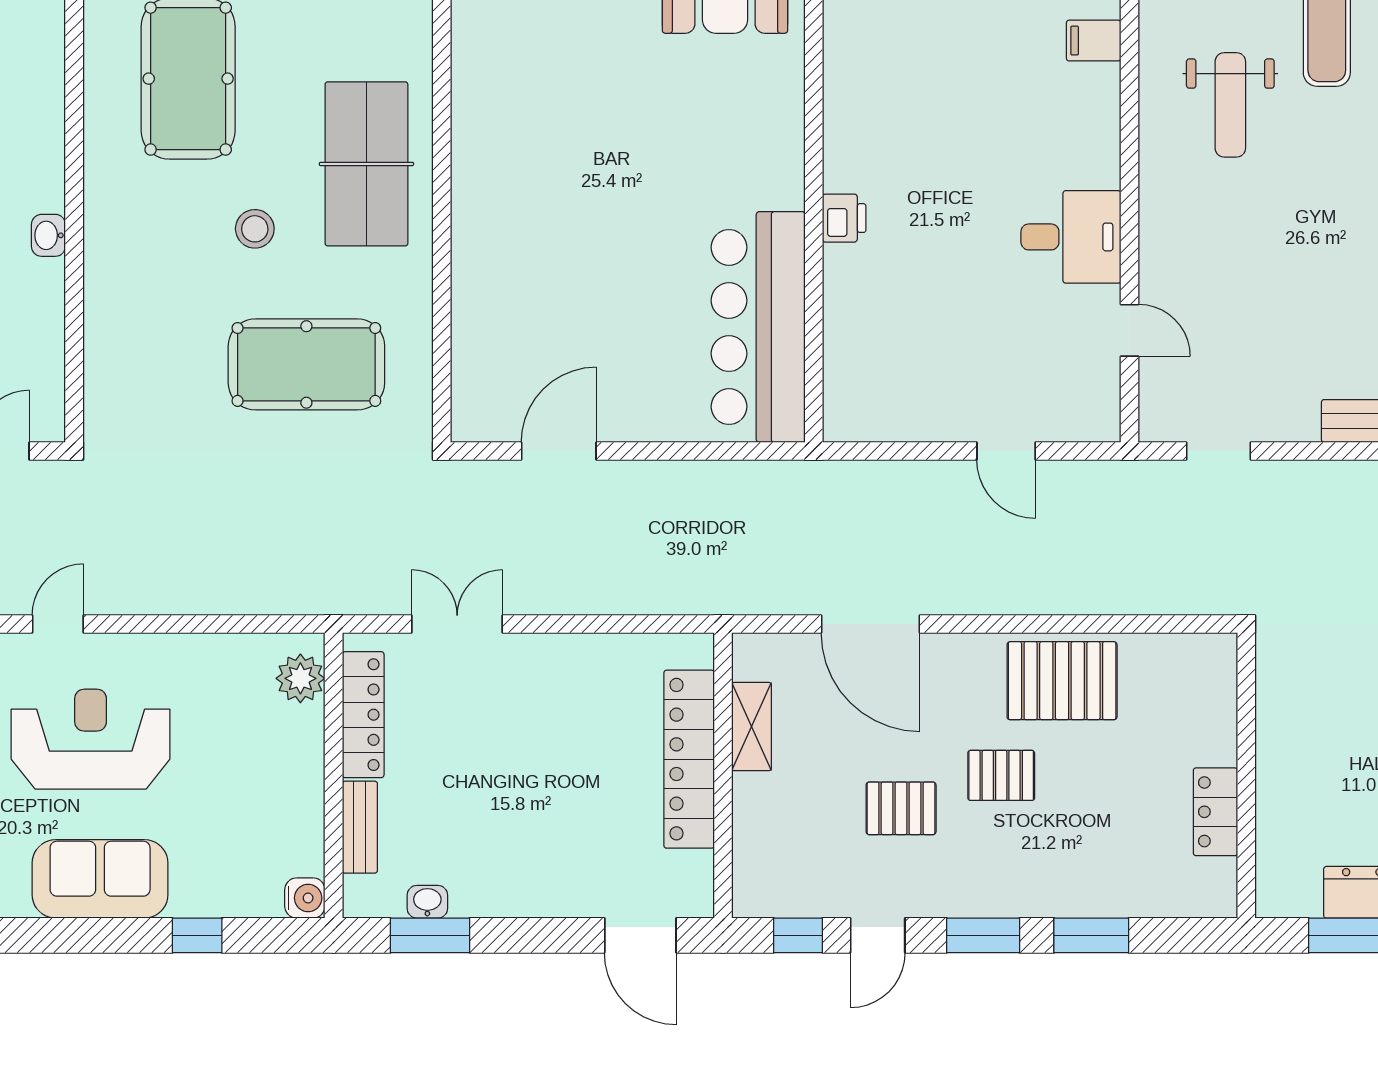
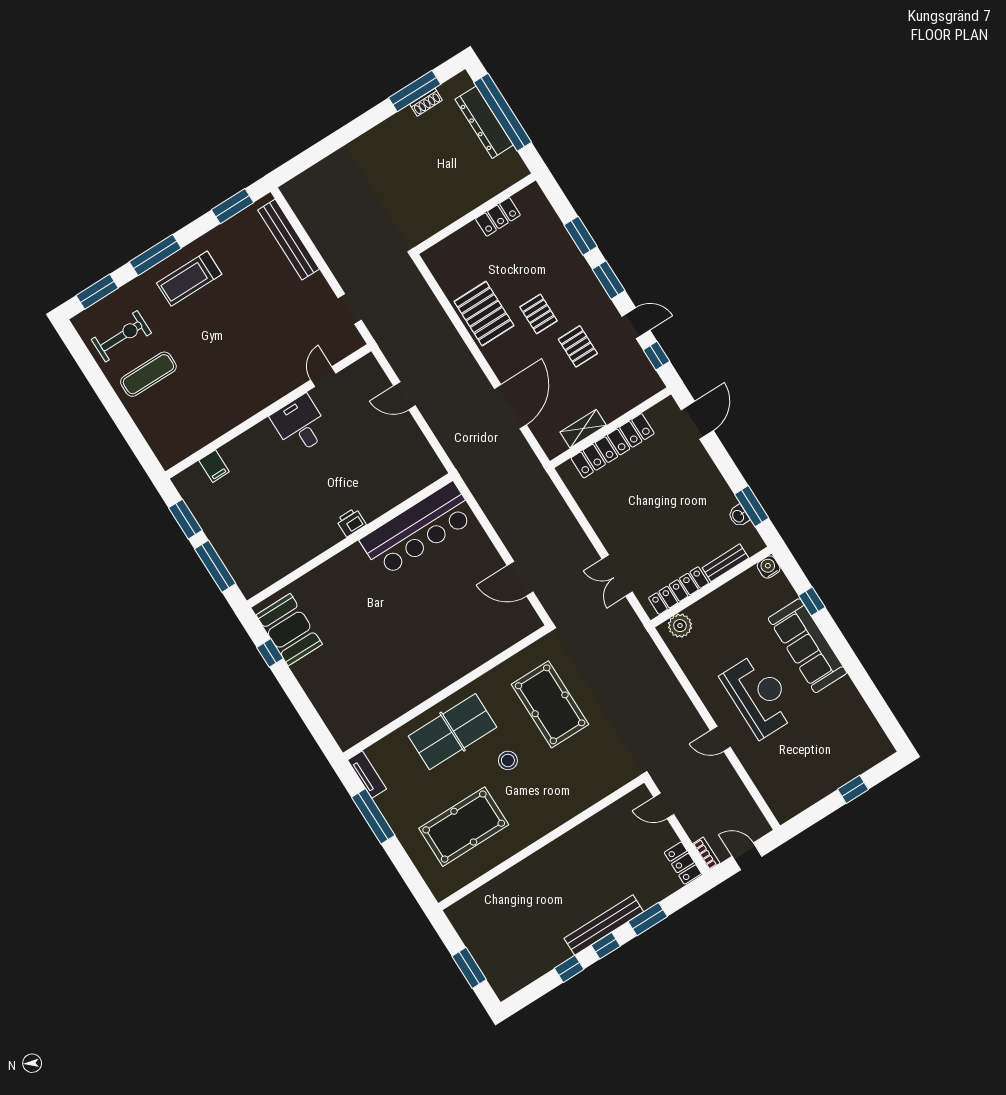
weight bench: (1230, 105) -> (205, 394), removed
washbasin: (48, 235) -> (564, 843), removed
door: (1006, 451) -> (405, 396), swing flipped
reception desk: (91, 739) -> (759, 696), turned 180
sofa: (100, 879) -> (807, 646), width x1.36

